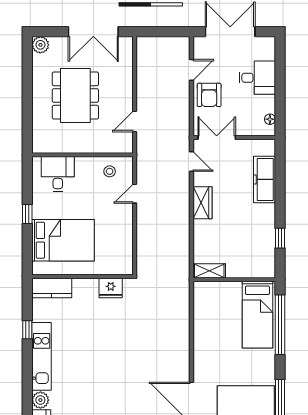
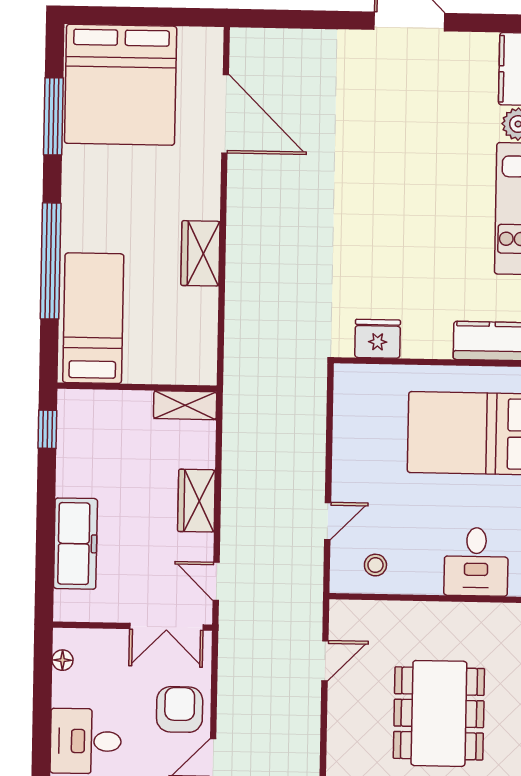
shelving: (209, 271) -> (185, 405), moved
wall: (234, 280) -> (137, 387), moved
bed: (257, 315) -> (93, 318), moved
wardrobe: (203, 330) -> (200, 253), added

